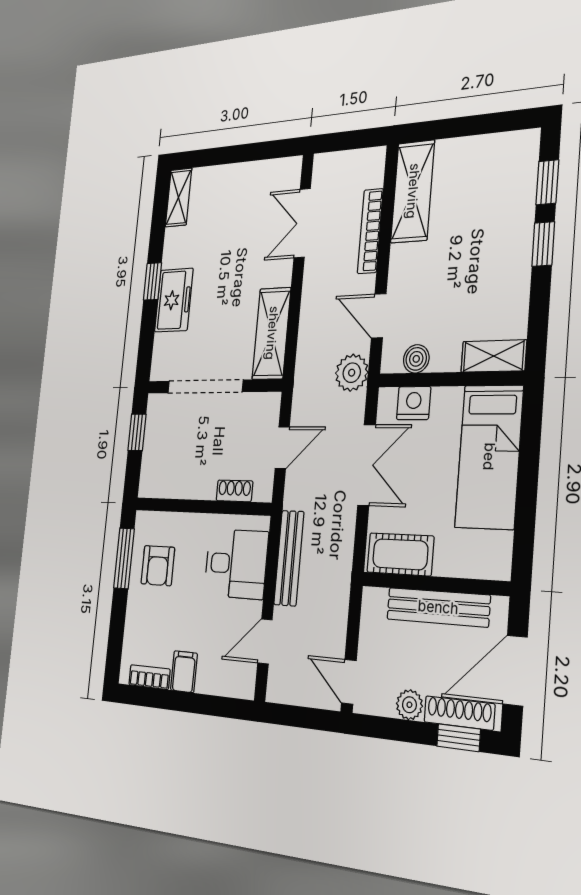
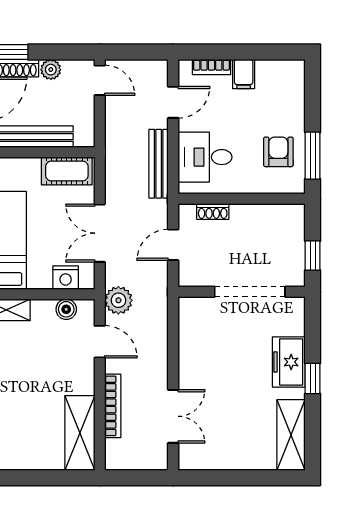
shelving: (179, 197) -> (291, 435), width x1.50, depth x1.33
shelving: (272, 333) -> (192, 332), removed
bookcase: (149, 677) -> (211, 67), moved

